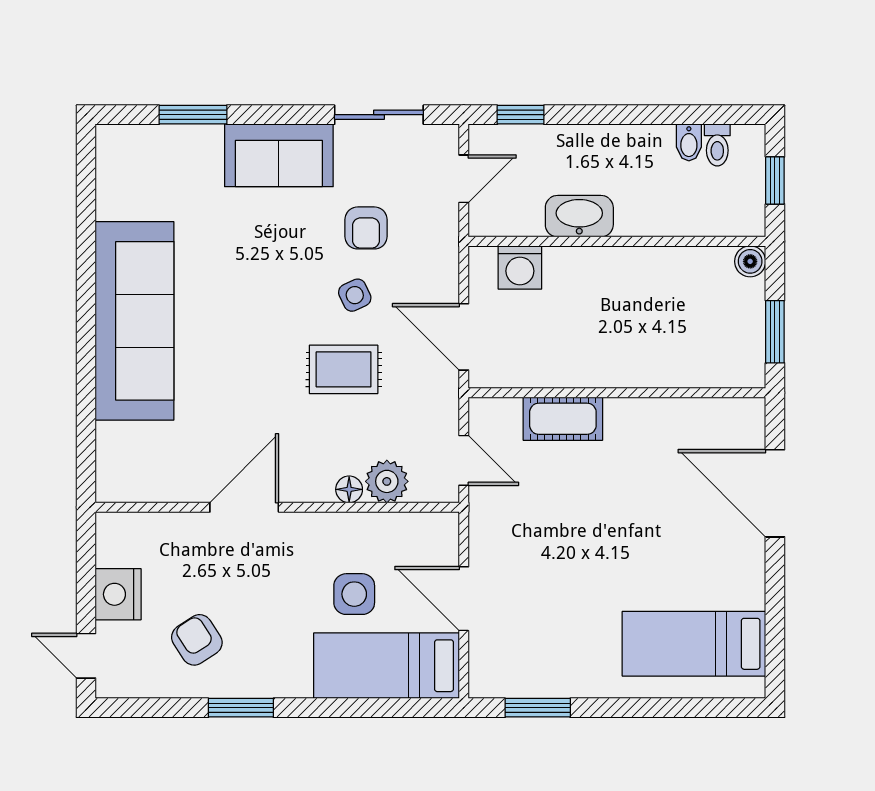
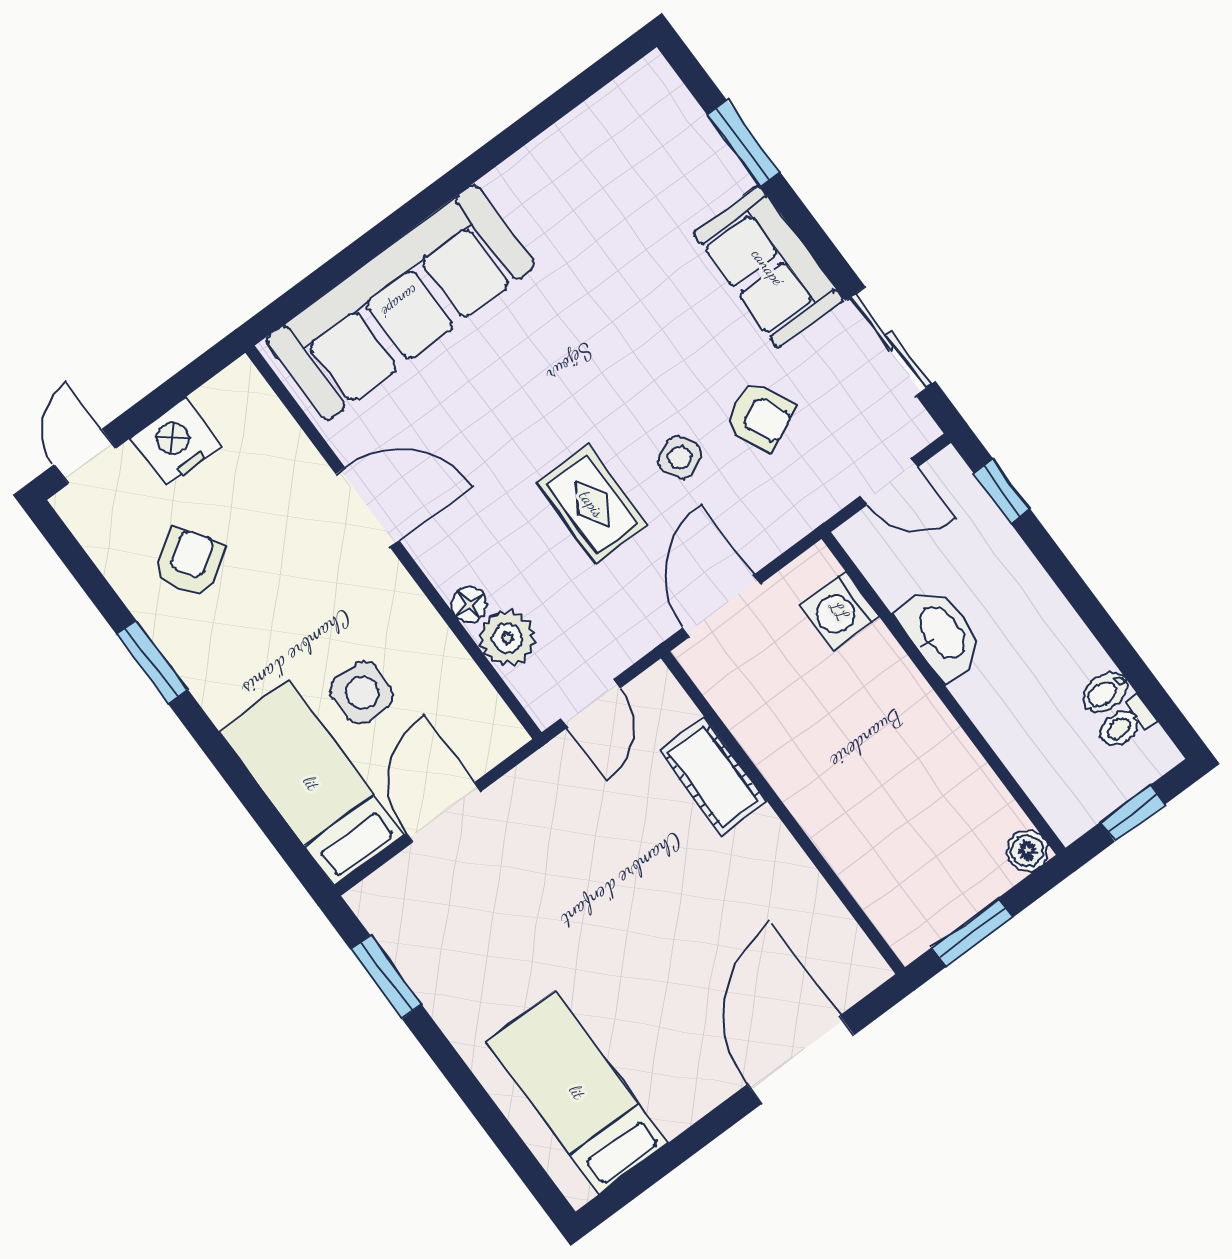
armchair: (366, 228) -> (760, 416), turned -114
sofa: (135, 321) -> (400, 302), moved

